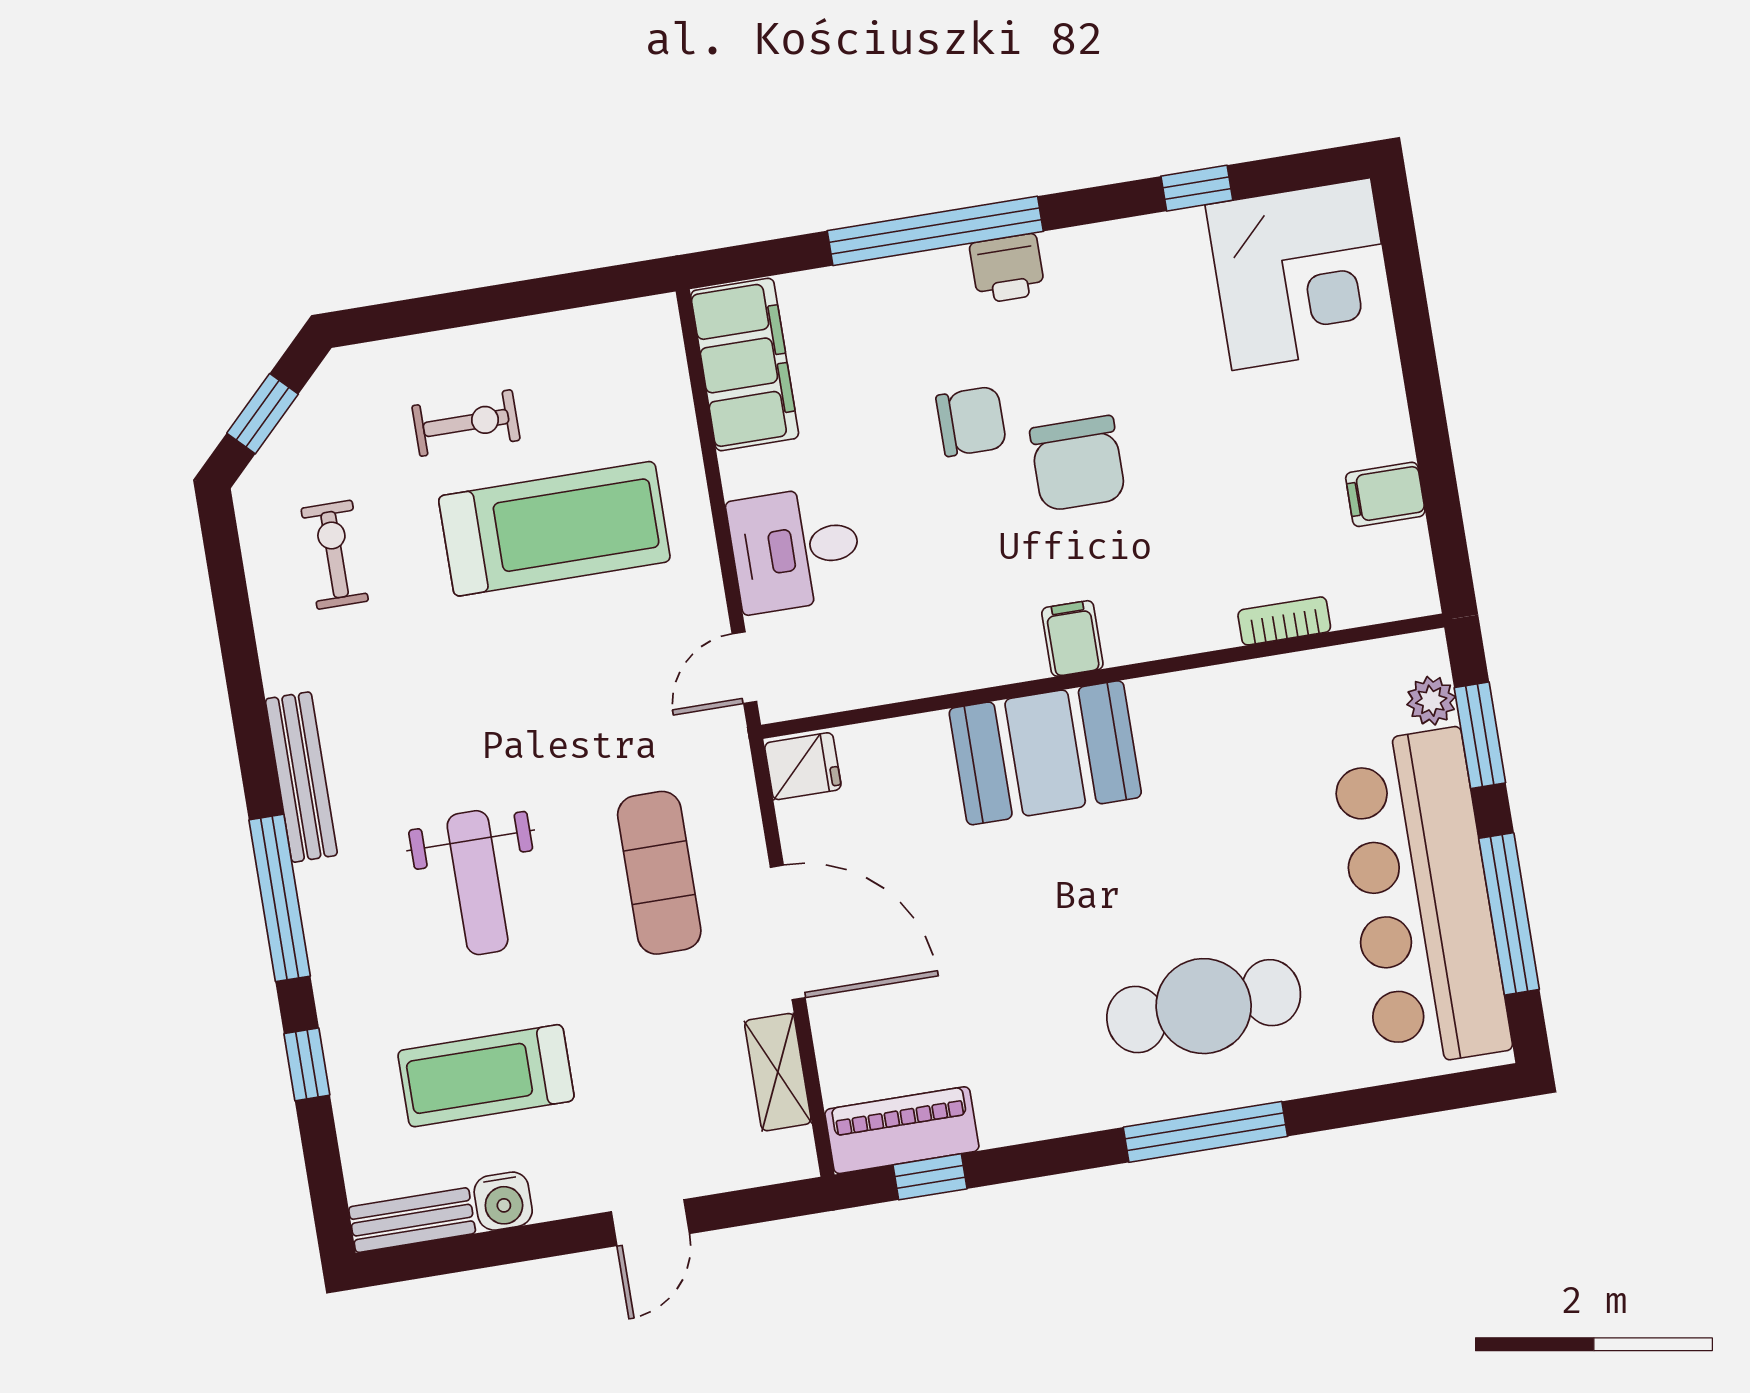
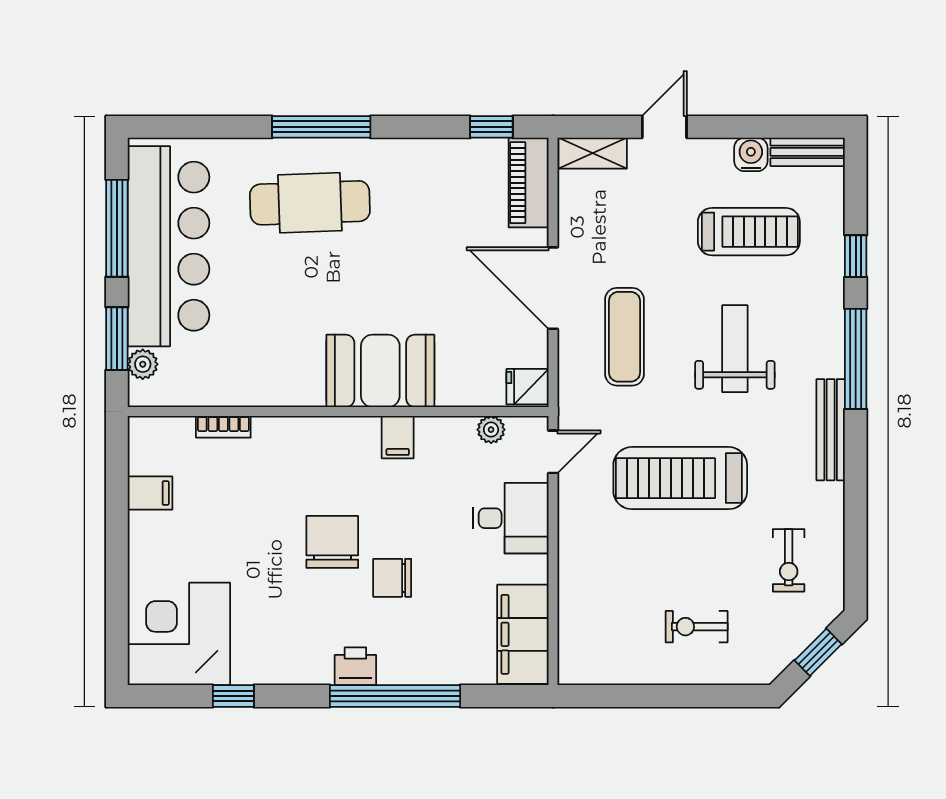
treadmill: (554, 529) -> (680, 478), moved
filing cabinet: (1072, 638) -> (398, 437), moved
plant: (851, 687) -> (491, 430), added
shelving: (778, 1072) -> (593, 153), moved, turned 90
piano: (902, 1130) -> (529, 183), moved, turned 90

